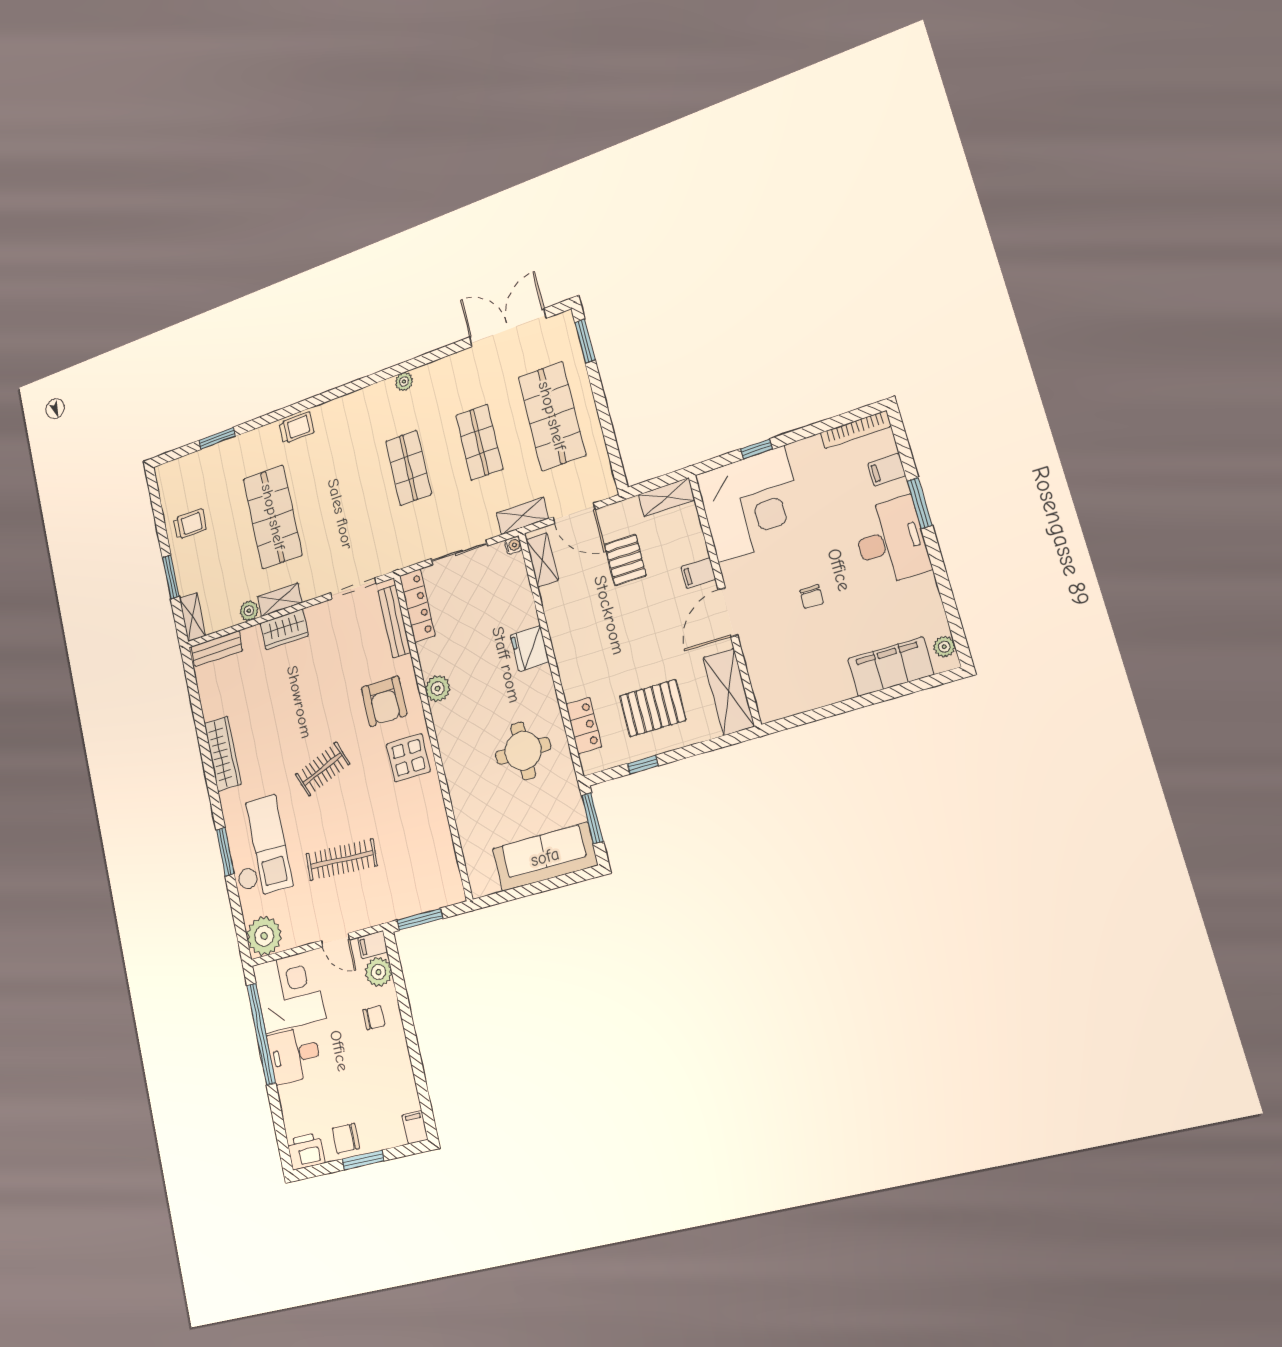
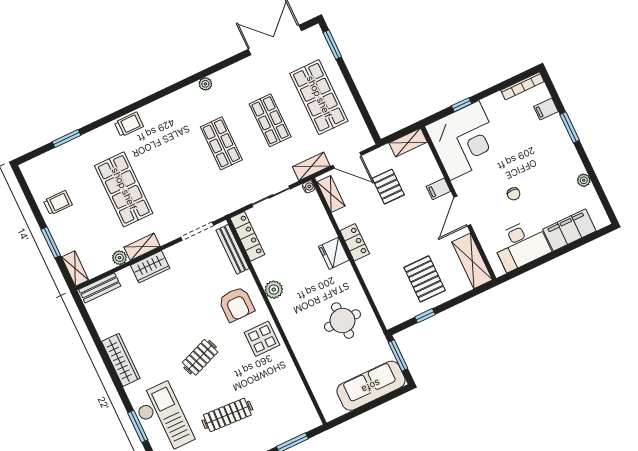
desk: (891, 541) -> (521, 245), moved, turned 90
plant: (944, 647) -> (584, 180), moved
pallet: (653, 708) -> (425, 279), turned 90
locker: (584, 726) -> (355, 242), moved

